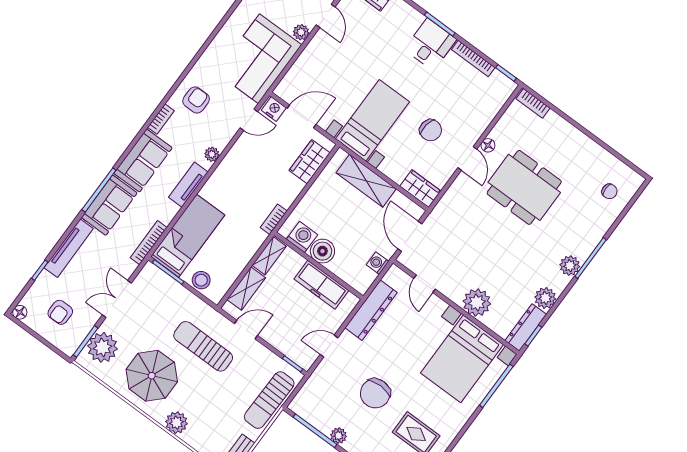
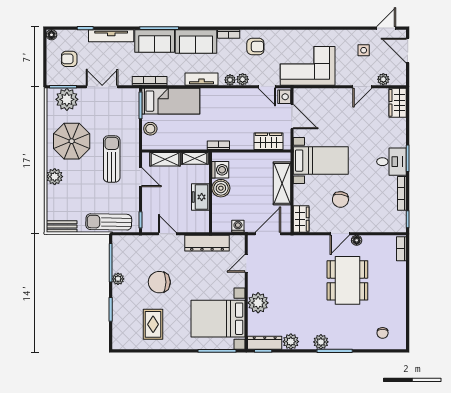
plant: (301, 32) -> (243, 79), moved
freezer: (321, 285) -> (200, 197), width x0.71

